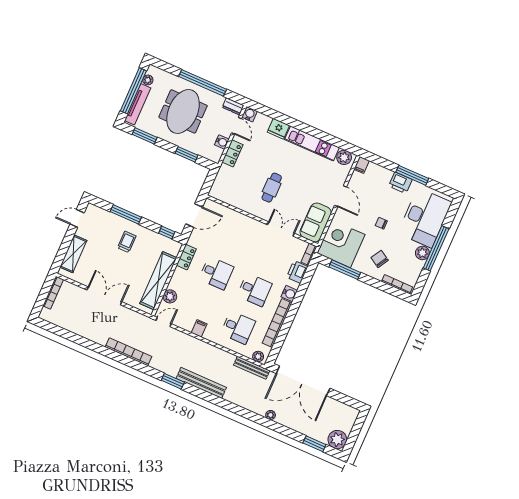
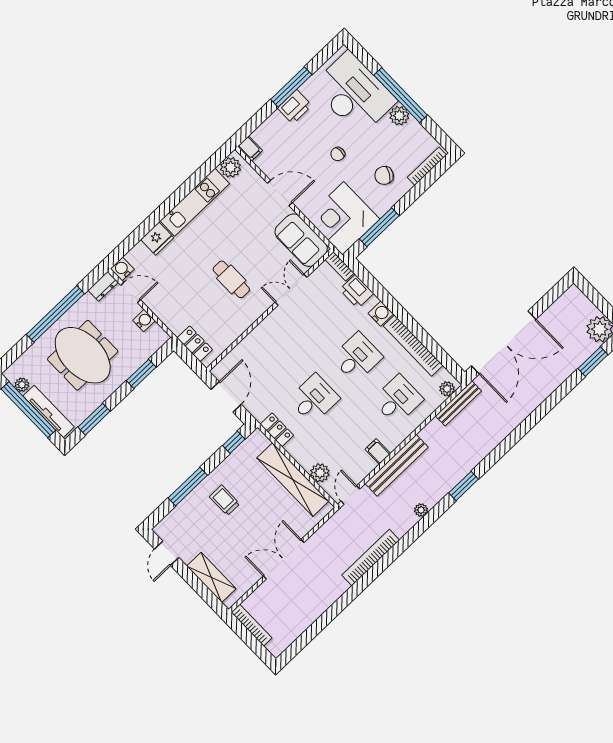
locker: (233, 153) -> (195, 344), moved
window: (173, 381) -> (464, 486), moved
bench: (201, 383) -> (397, 465), moved
plant: (271, 415) -> (421, 510), moved

